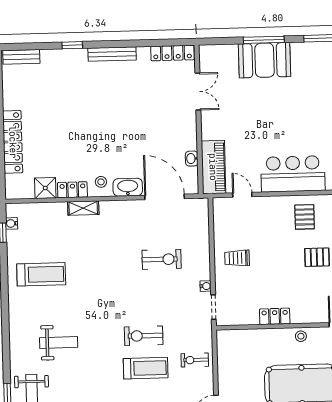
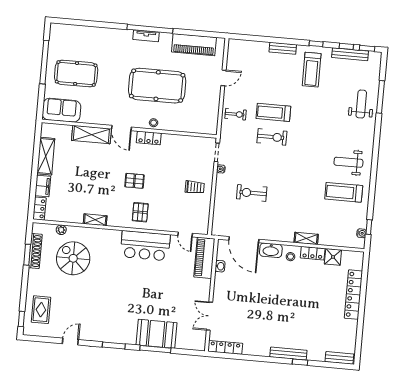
bench: (112, 54) -> (288, 354), moved
locker: (275, 316) -> (149, 138), moved
weight bench: (59, 343) -> (348, 162), moved

